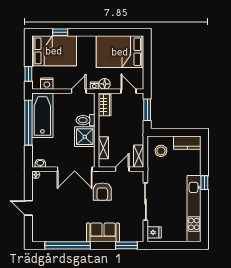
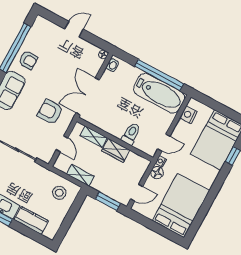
window: (28, 74) -> (208, 102), removed
door: (79, 91) -> (164, 143), hinge flipped
wardrobe: (105, 105) -> (116, 150), moved
shower: (85, 137) -> (115, 124), removed
kitchen counter: (187, 143) -> (31, 220), moved, turned 90
shelving: (139, 156) -> (80, 175), moved
armchair: (72, 230) -> (28, 60), added

